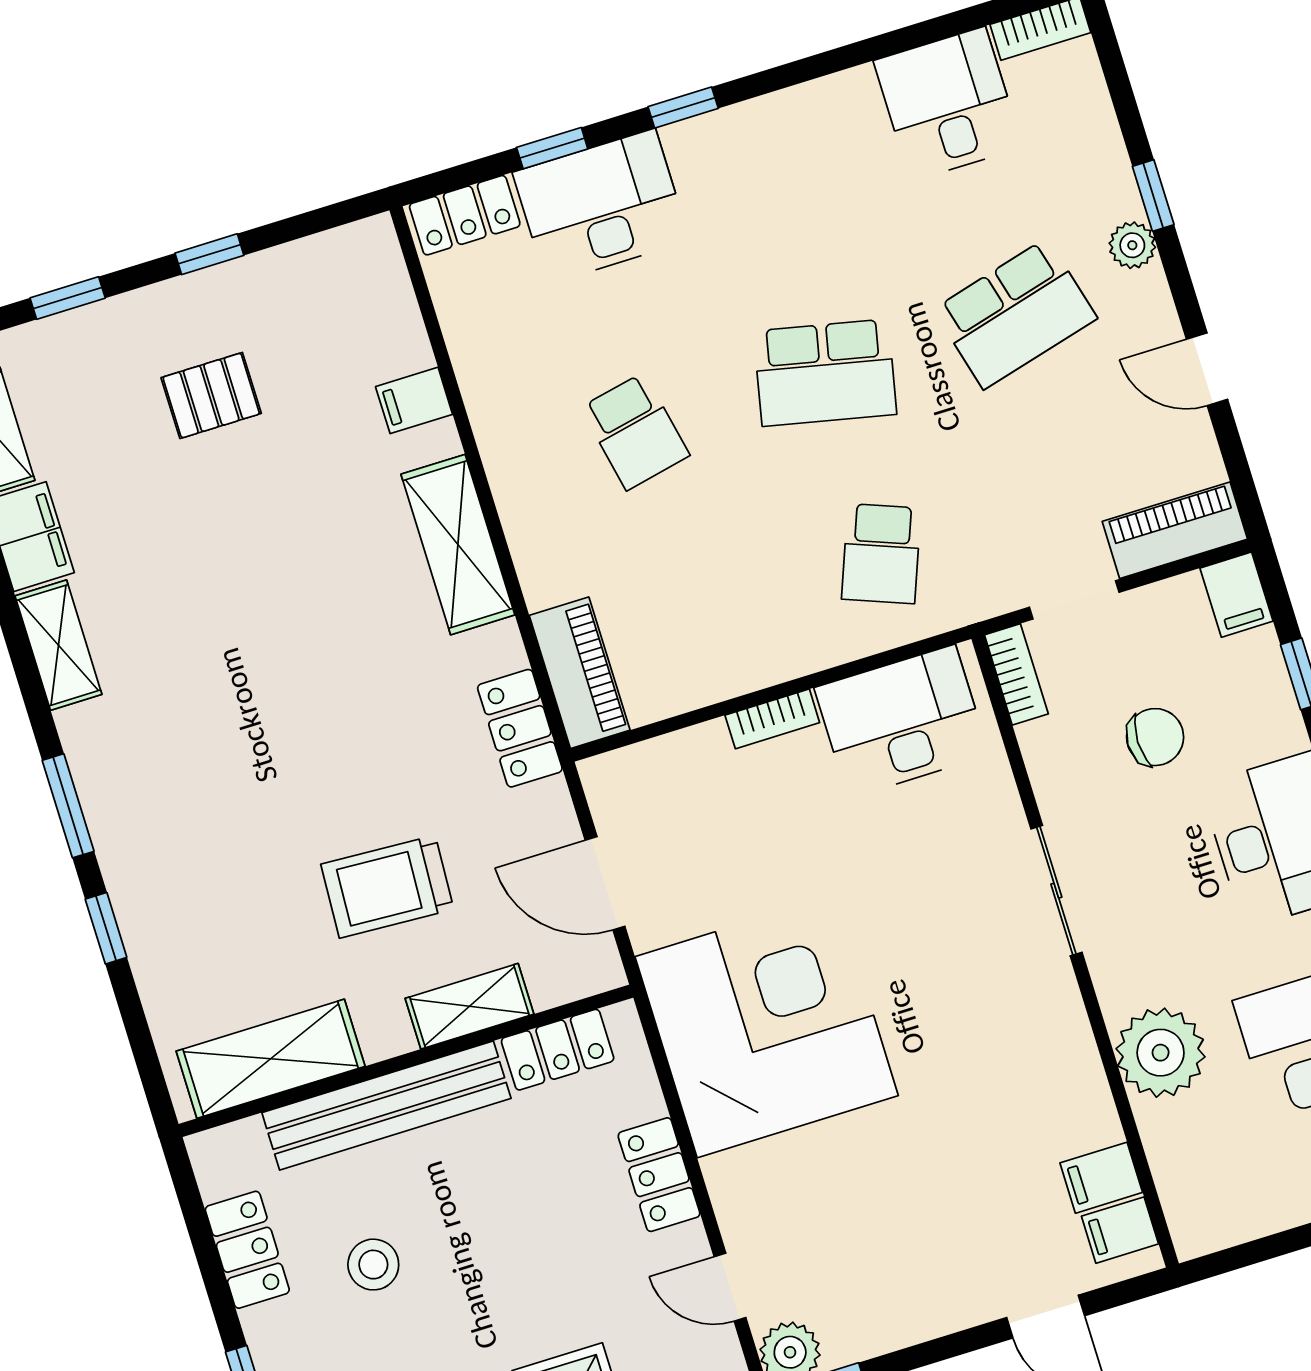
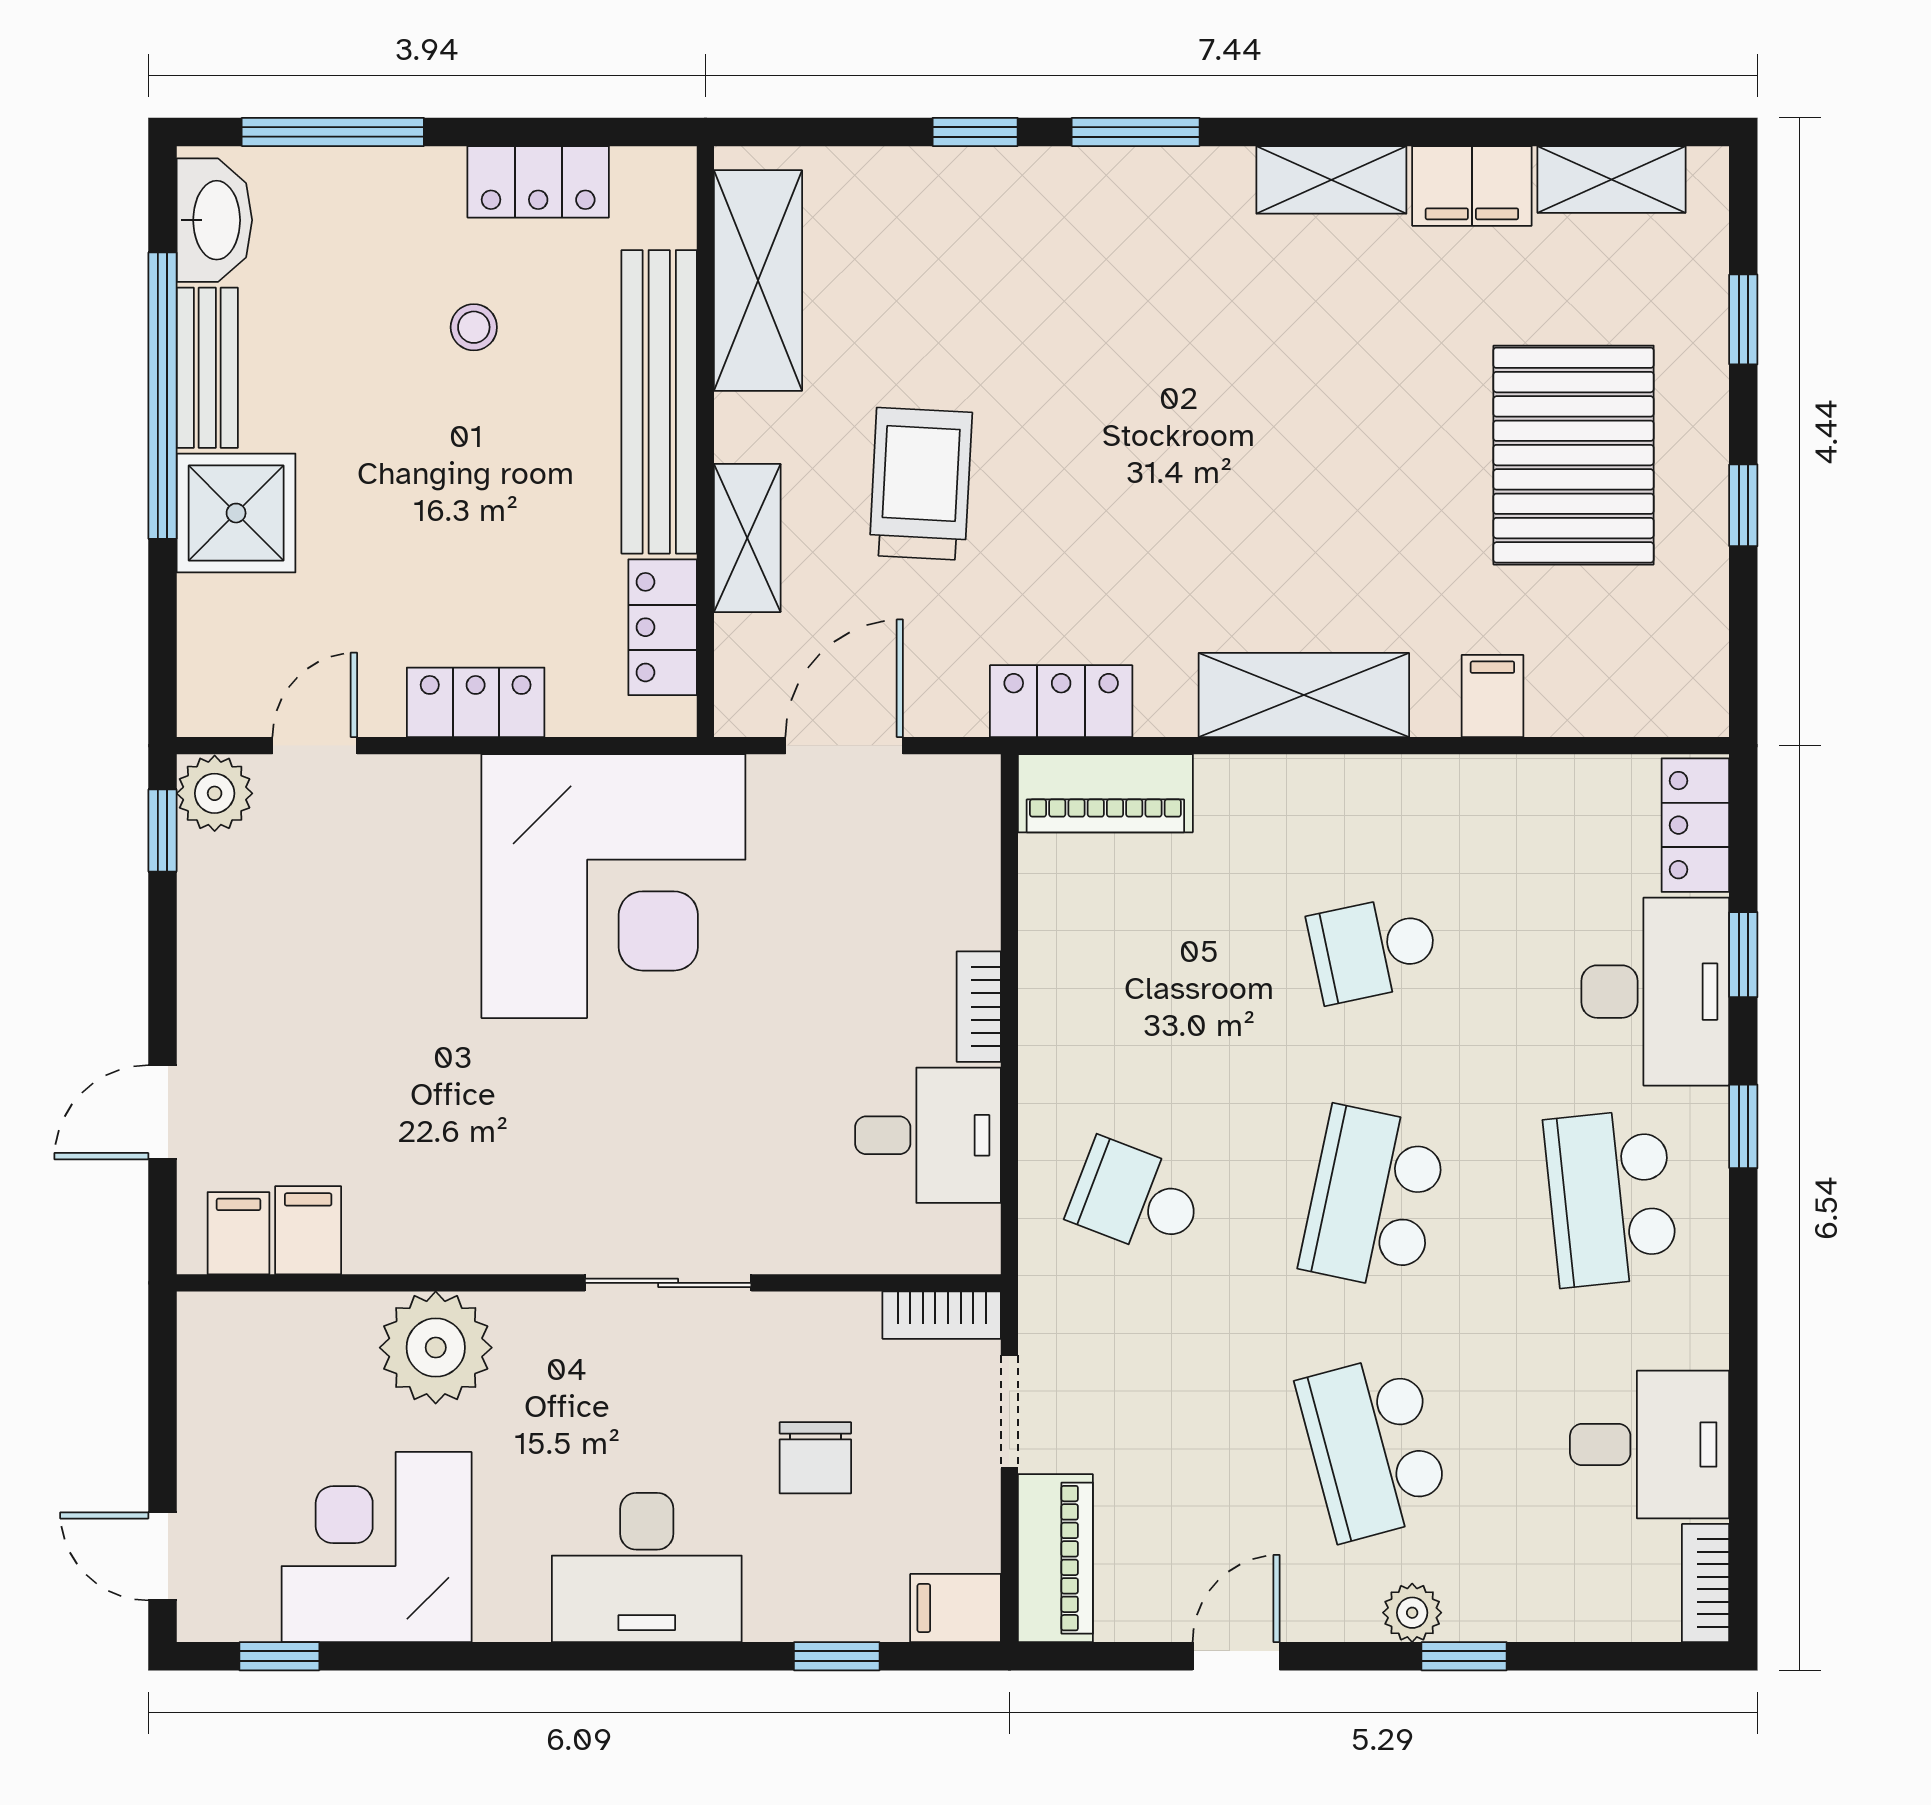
school desk: (769, 192) -> (1611, 1198), added
pallet: (211, 396) -> (1574, 455), width x2.05, depth x2.00
desk: (902, 721) -> (928, 1135), width x0.73
stool: (373, 1265) -> (474, 327), width x0.73, depth x0.73

